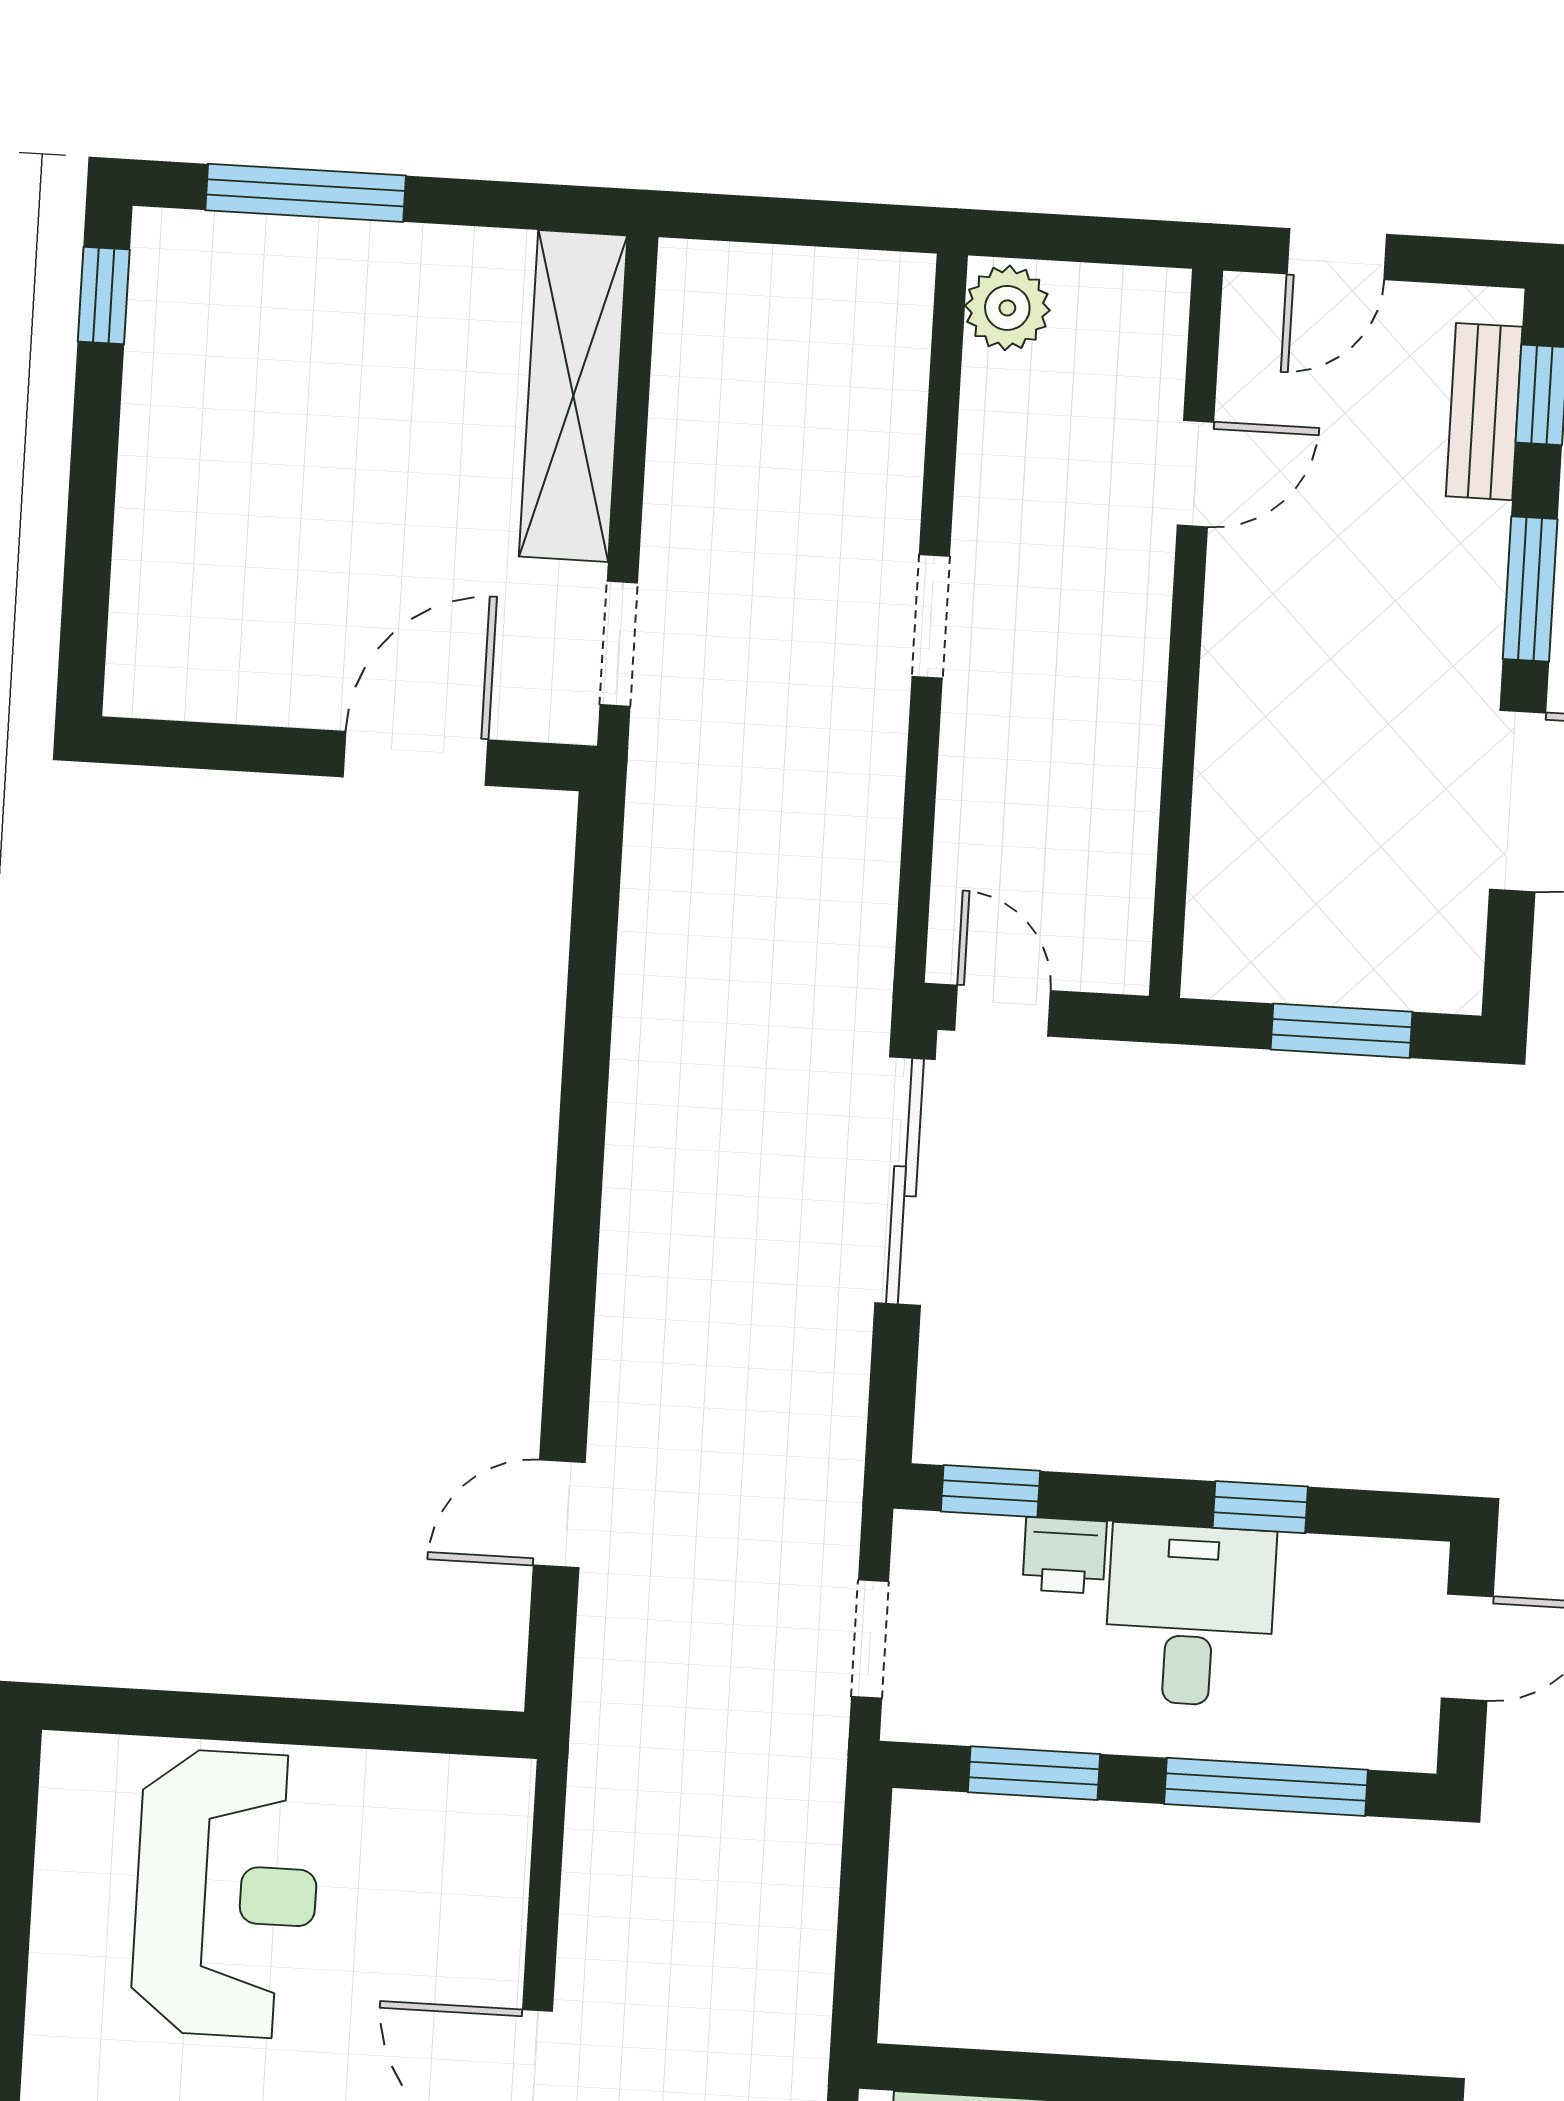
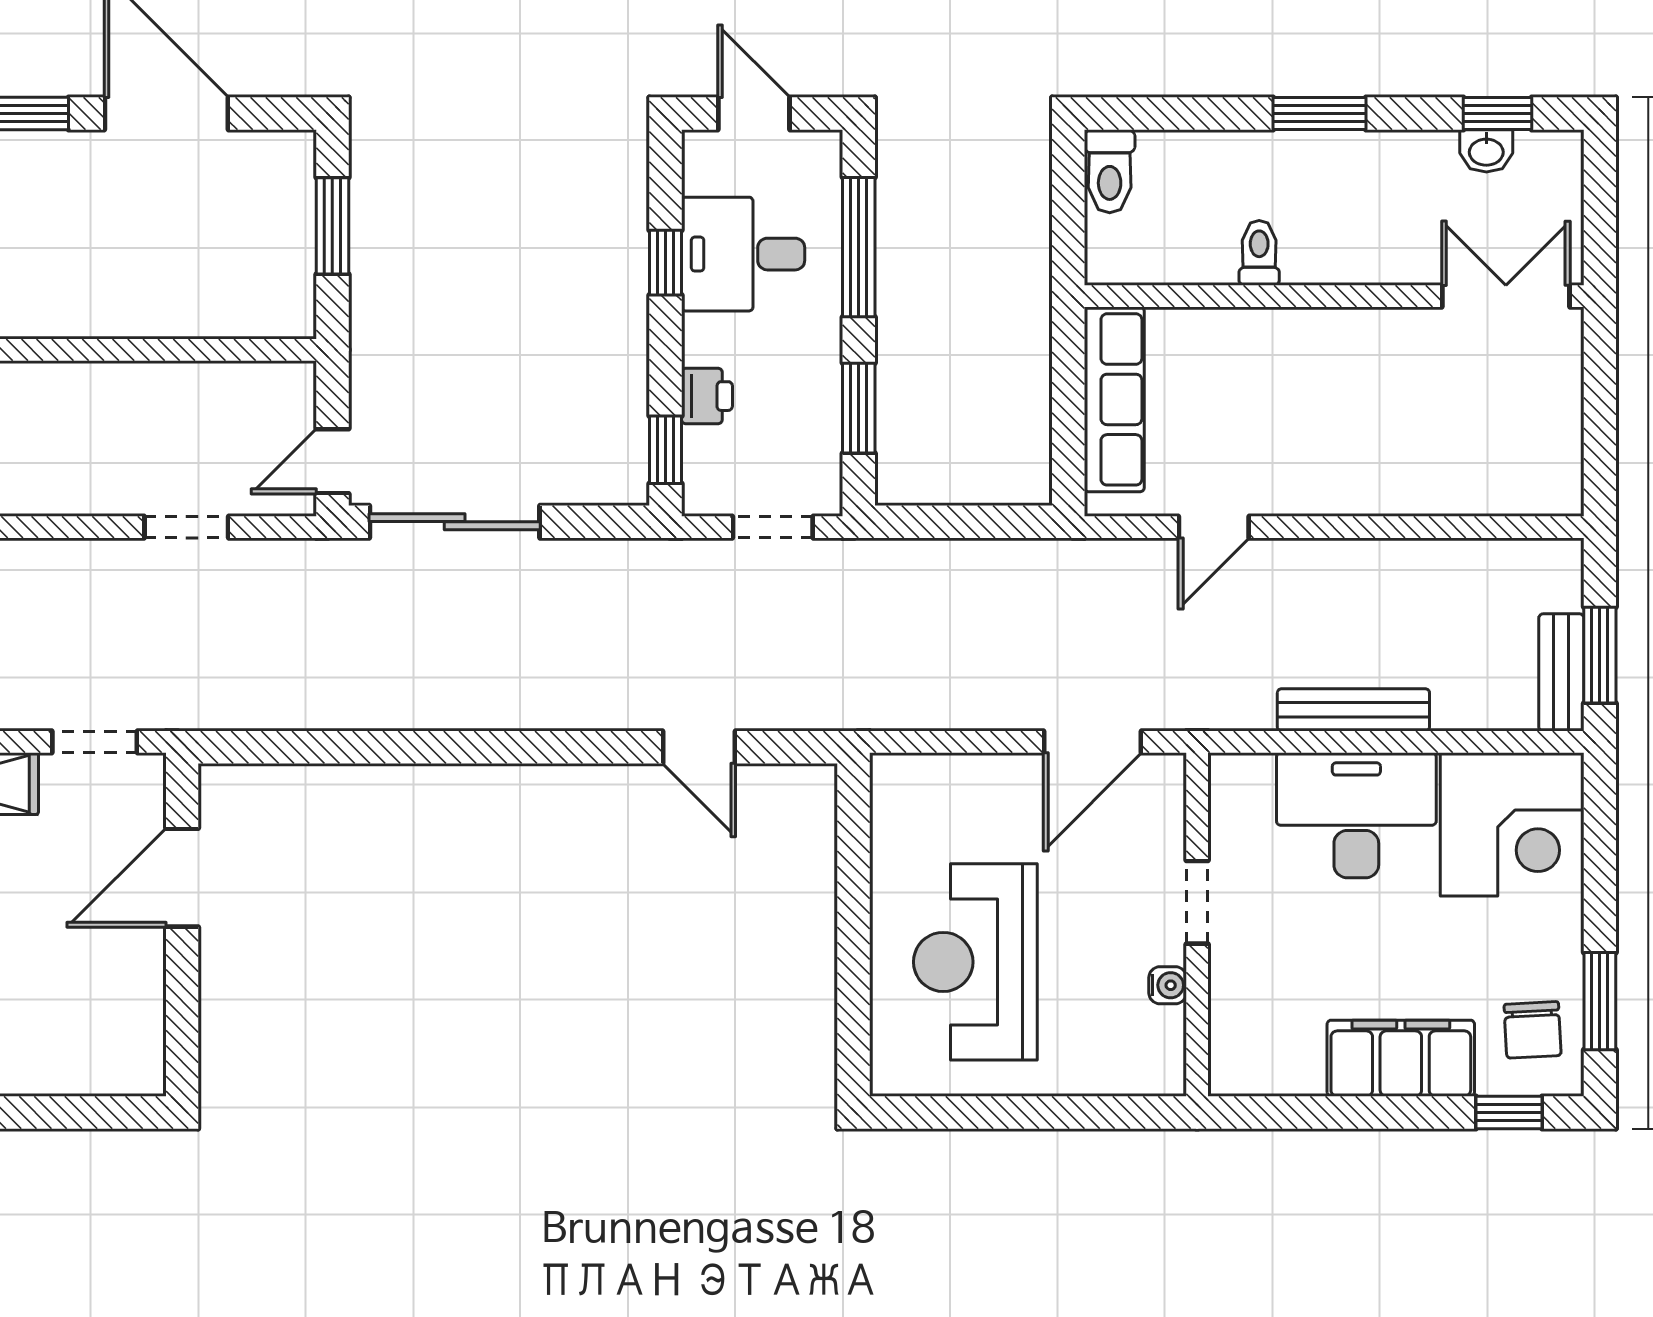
doorway: (931, 616) -> (186, 527), moved
door: (416, 758) -> (182, 878), hinge flipped
desk: (1190, 1615) -> (743, 254), moved
reception desk: (226, 1894) -> (975, 962), turned -90

